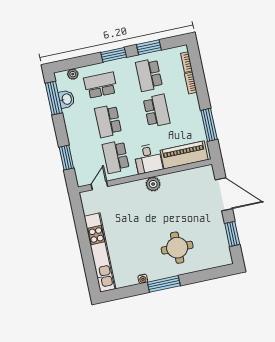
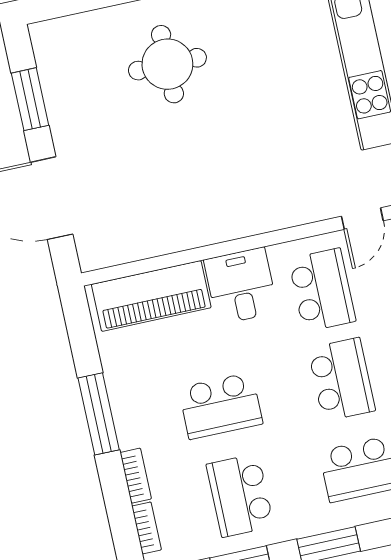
school desk: (149, 75) -> (240, 495), turned 180
school desk: (157, 111) -> (221, 406), turned -90
window: (209, 125) -> (99, 414), moved
plant: (153, 184) -> (228, 223), removed

